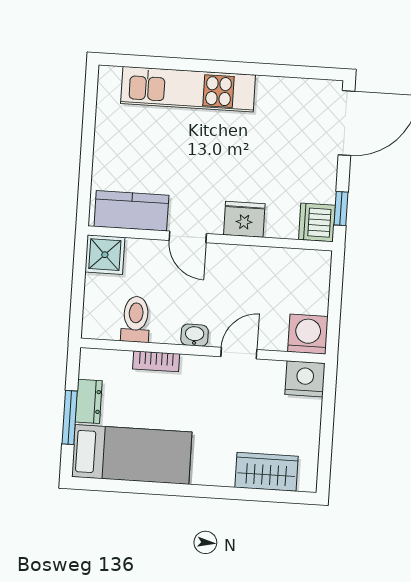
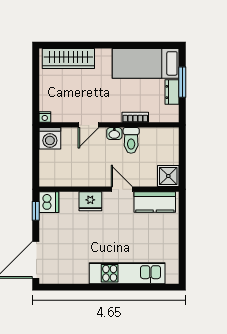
toilet: (136, 319) -> (131, 140), moved
nightstand: (305, 379) -> (45, 117), width x0.53, depth x0.56
wardrobe: (266, 472) -> (68, 58), width x1.50

